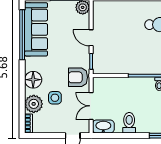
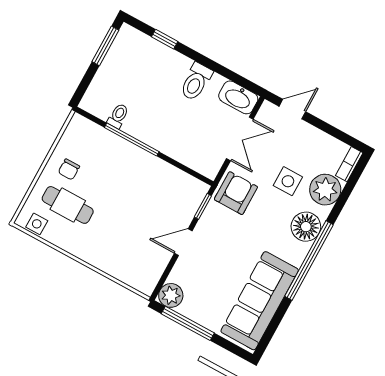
window: (22, 35) -> (309, 261), moved
door: (91, 38) -> (183, 242), swing flipped
armchair: (78, 77) -> (236, 193), turned -90

